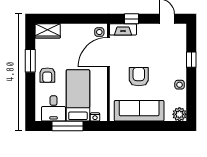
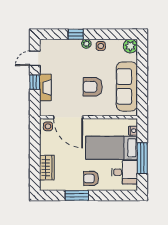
window: (132, 19) -> (35, 82), moved
fireplace: (123, 29) -> (45, 87), moved
wardrobe: (48, 31) -> (47, 168), moved
plant: (182, 70) -> (86, 44), added
armchair: (47, 75) -> (91, 178), turned 180

